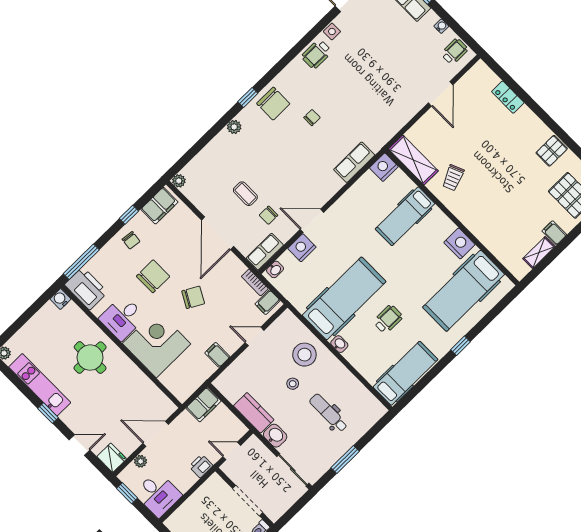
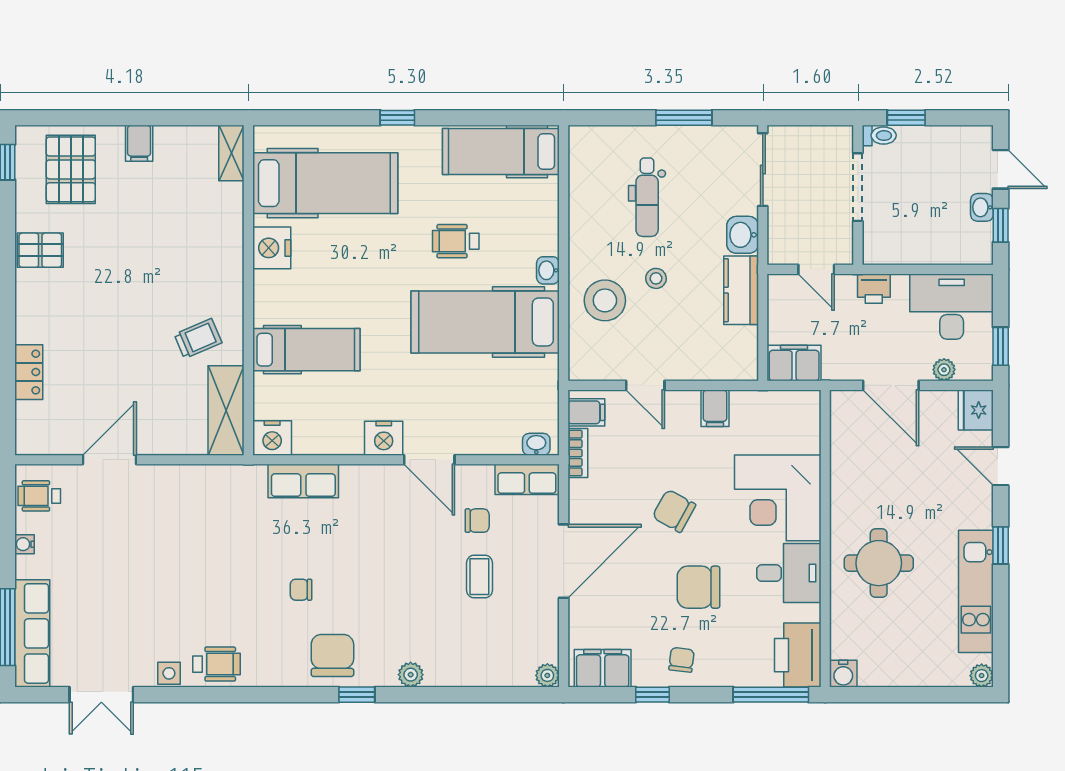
nightstand: (302, 248) -> (384, 438), moved
shelving: (539, 253) -> (231, 153), moved, turned 90
desk: (158, 494) -> (952, 307), width x1.37

